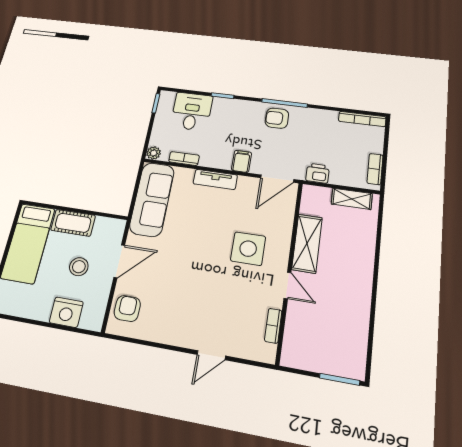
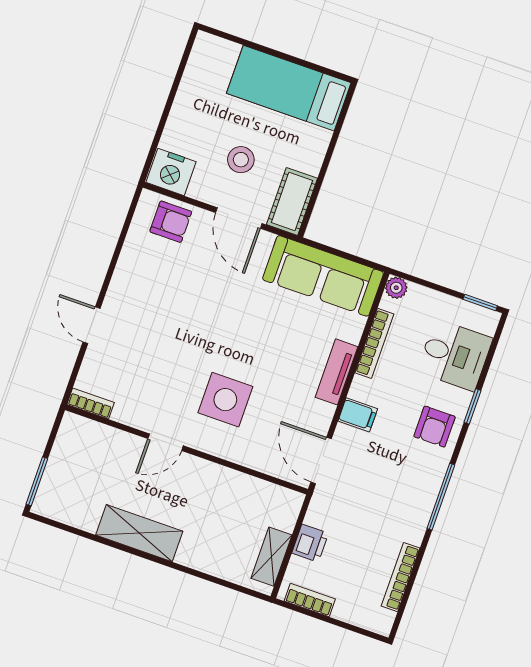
armchair: (277, 118) -> (435, 427), moved, turned 180
bookcase: (362, 119) -> (401, 577), moved
bookcase: (184, 158) -> (374, 343), width x1.56
printer: (317, 173) -> (310, 543), moved
cot: (73, 223) -> (292, 201), moved
shelving: (307, 243) -> (139, 533), moved
nightstand: (66, 312) -> (171, 172), moved, turned -90
bookcase: (273, 326) -> (91, 404), moved

